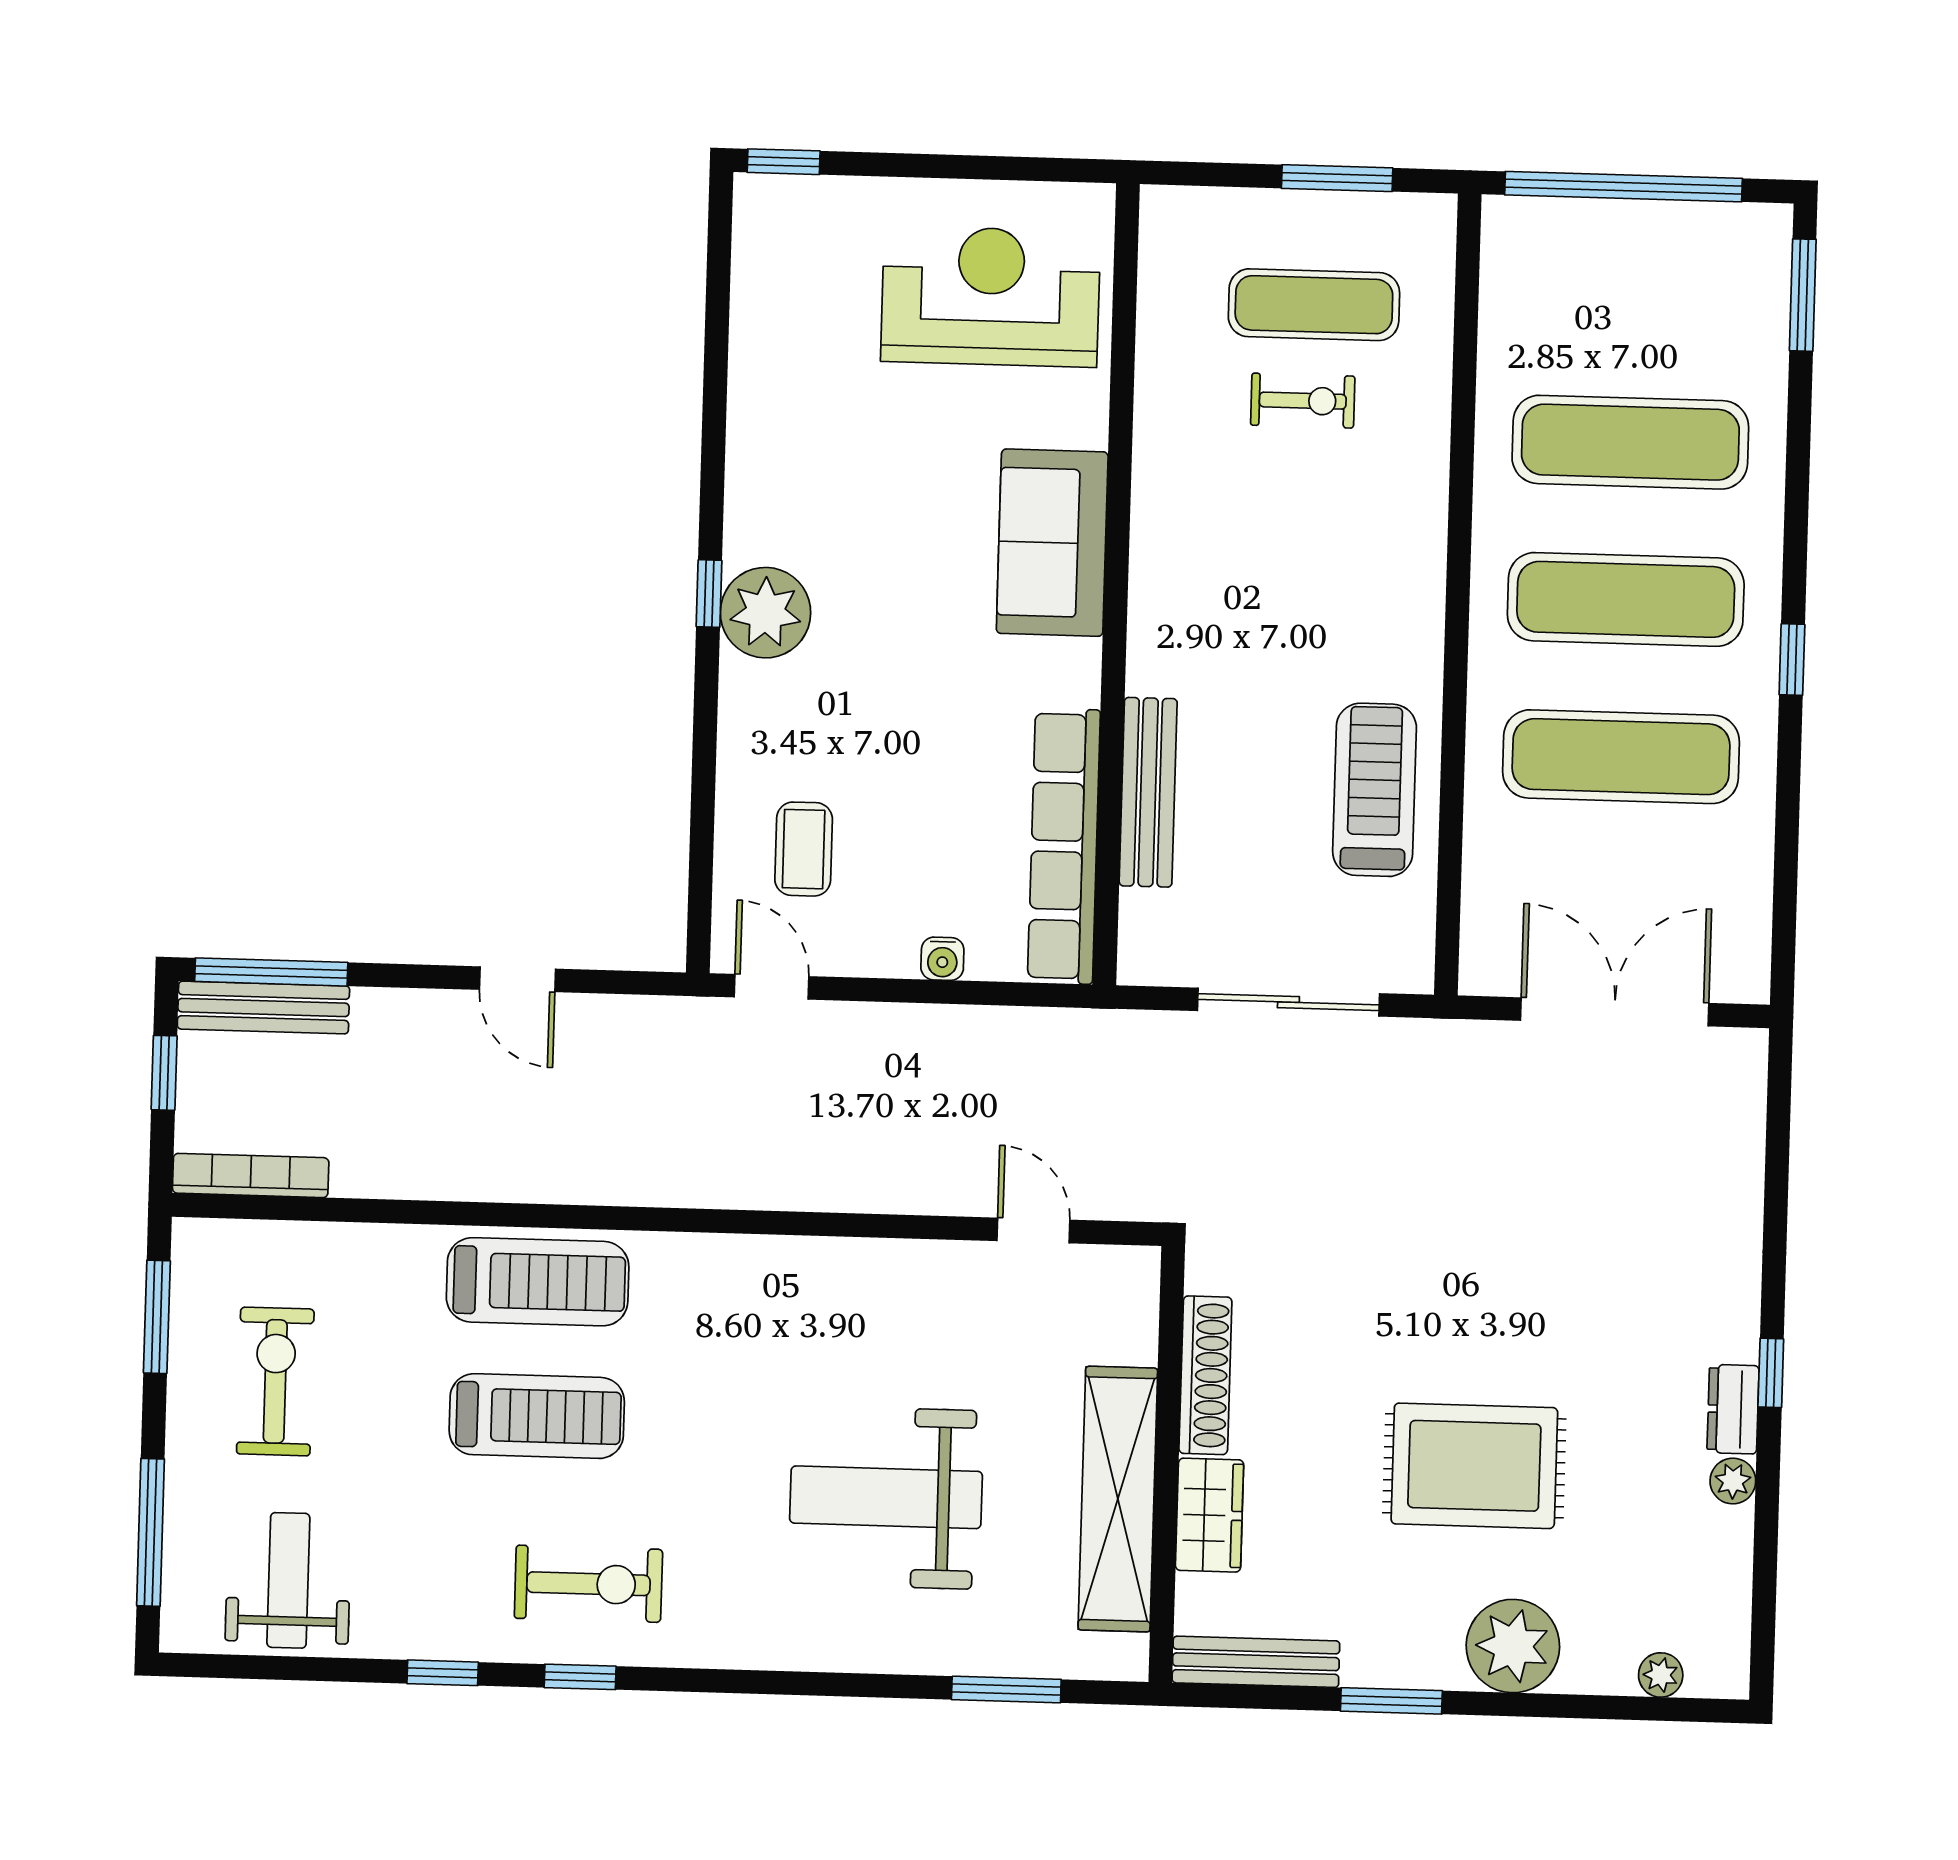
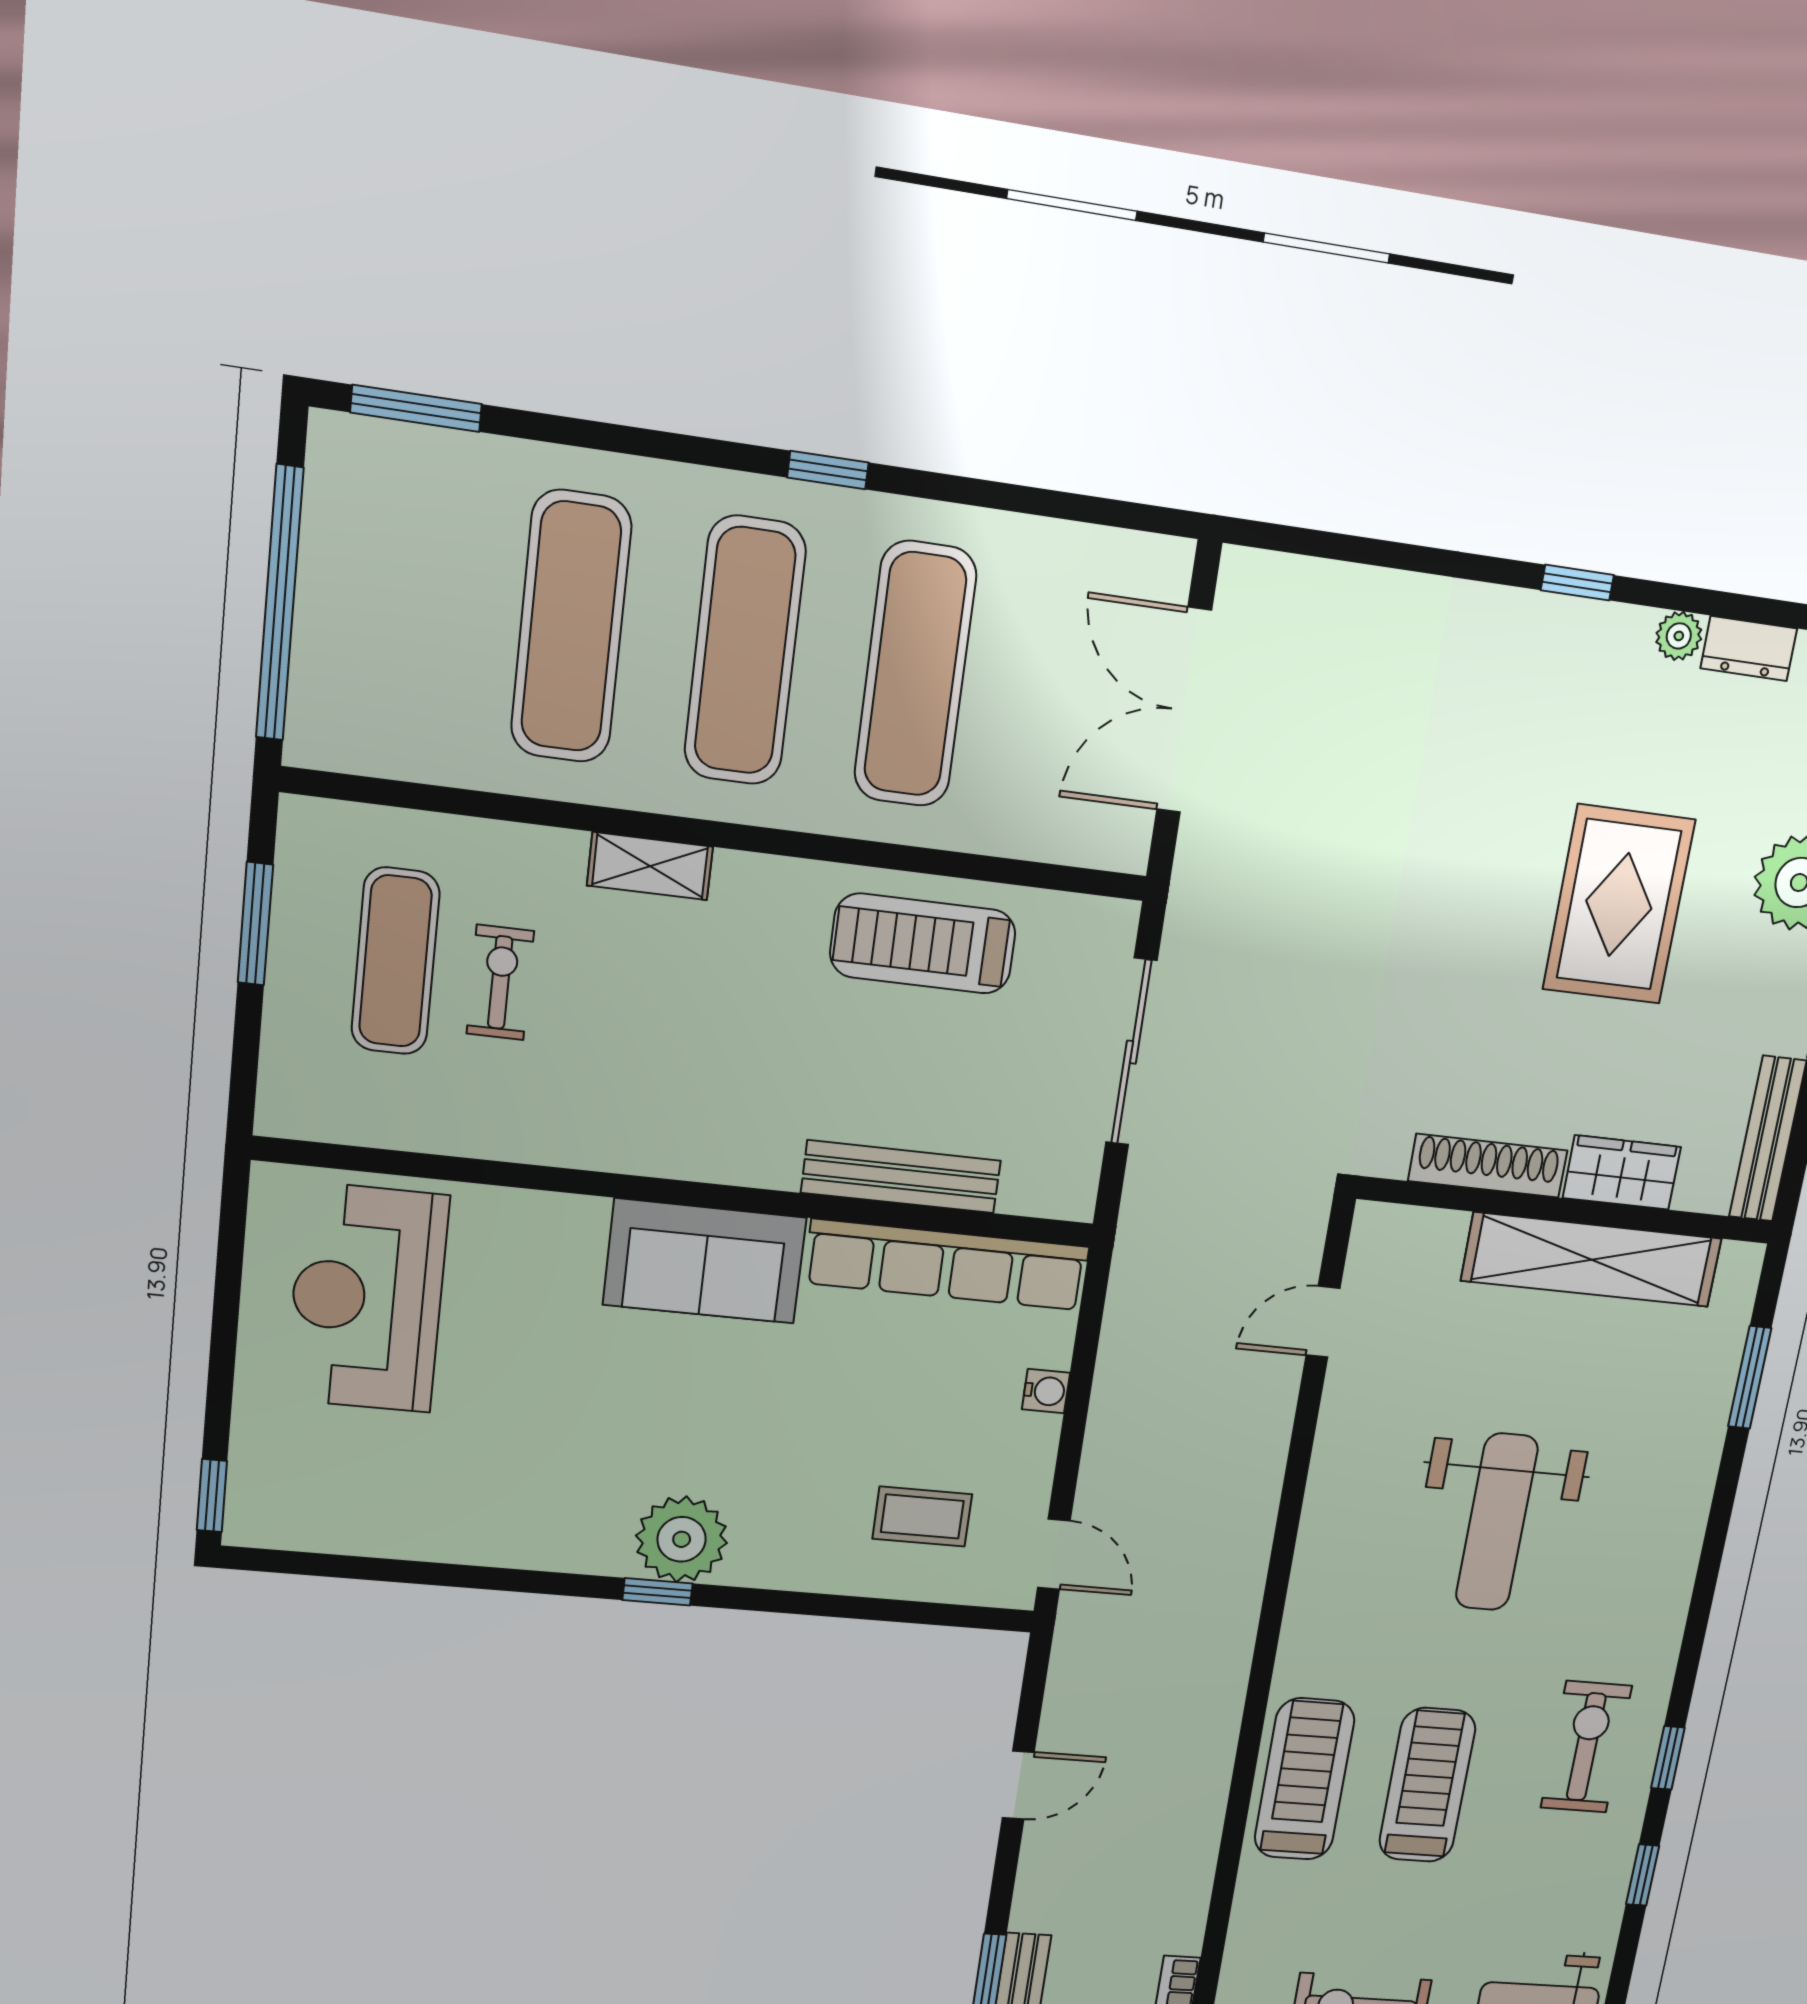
shelving: (1423, 529) -> (650, 866), added
sofa: (1052, 543) -> (705, 1261), moved
door: (772, 987) -> (1054, 1554), swing flipped
dresser: (1733, 1409) -> (1749, 648), moved
weight bench: (886, 1497) -> (1497, 1522), moved

